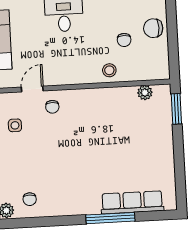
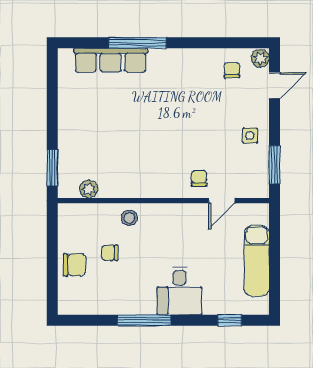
chair: (124, 40) -> (110, 253), turned -90
side table: (15, 125) -> (250, 135), moved

